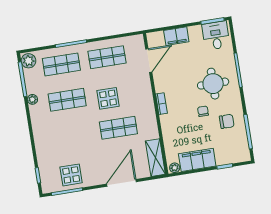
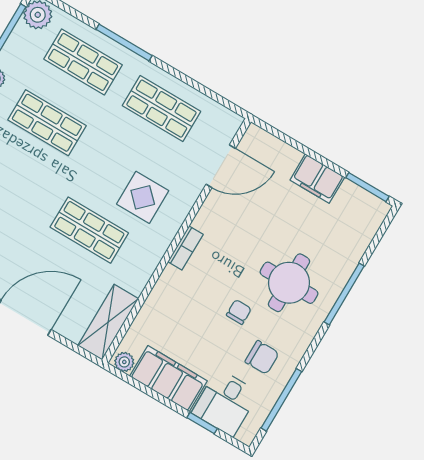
filing cabinet: (176, 36) -> (317, 179), moved
desk: (216, 36) -> (225, 403), moved, turned 180
display table: (108, 98) -> (143, 197), moved

